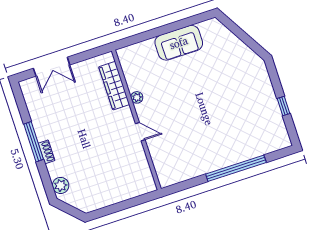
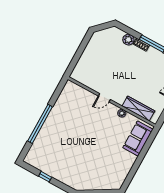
sofa: (179, 43) -> (138, 138), moved
plant: (61, 185) -> (128, 40), moved

